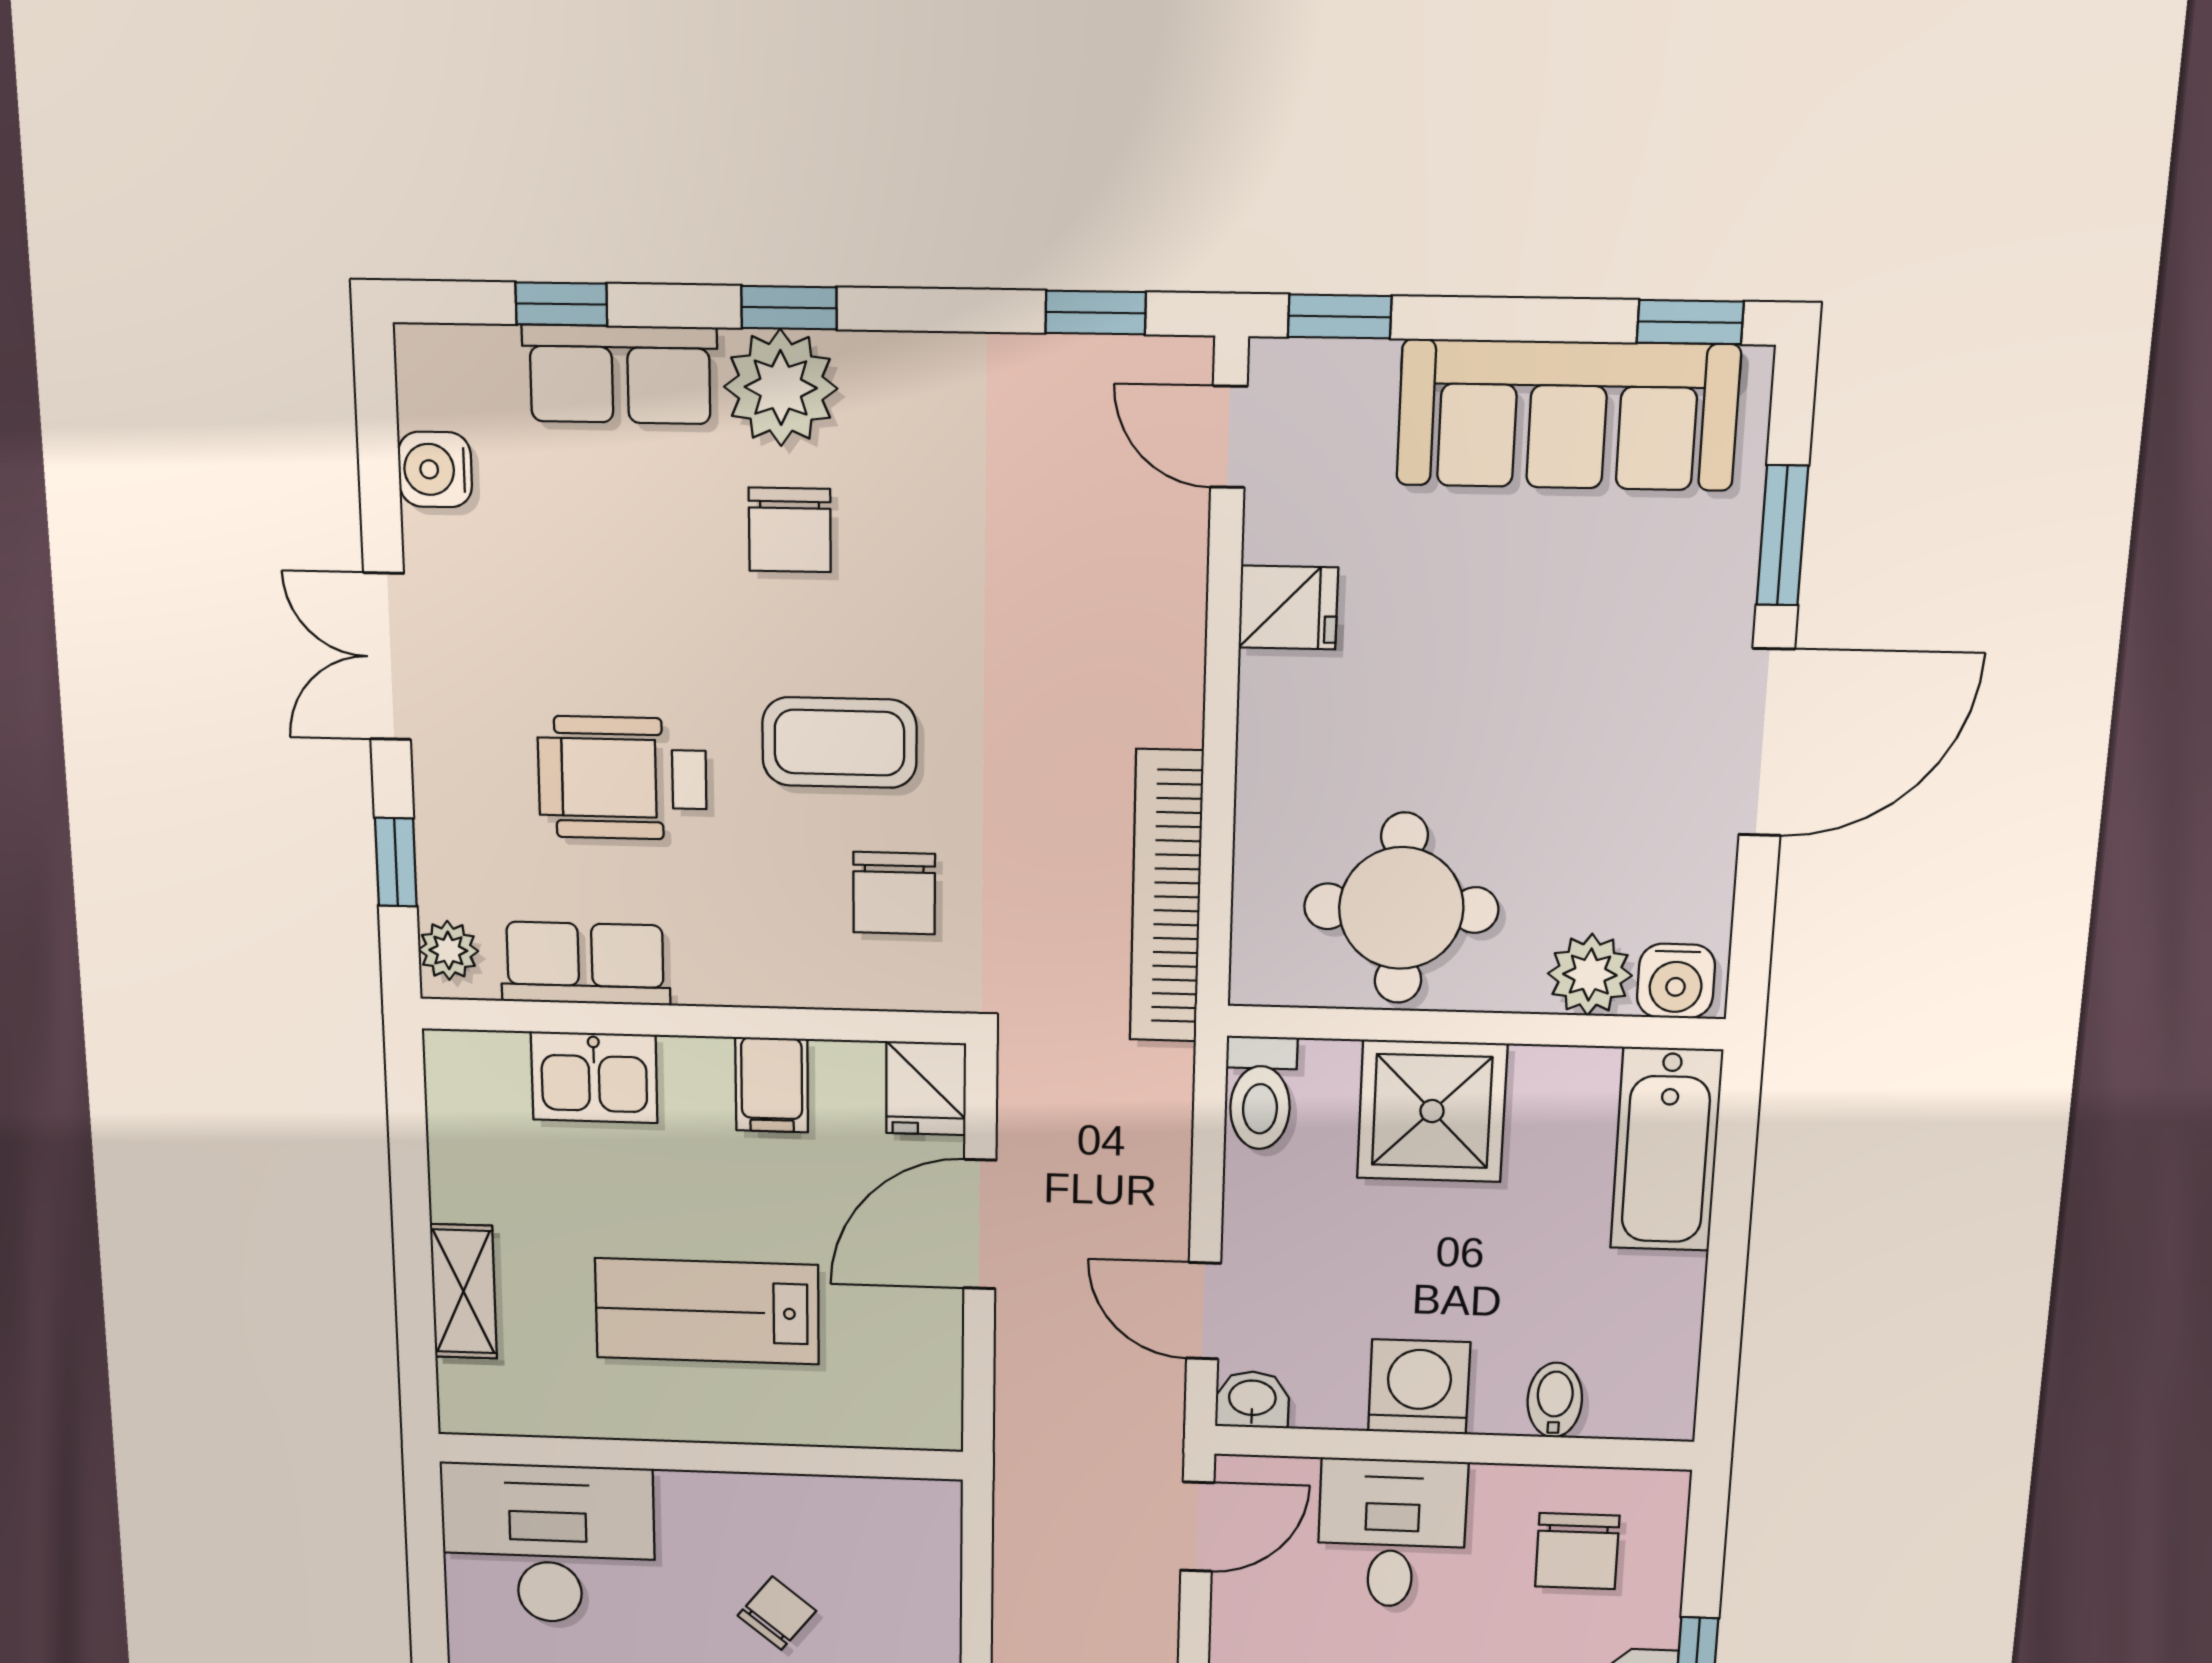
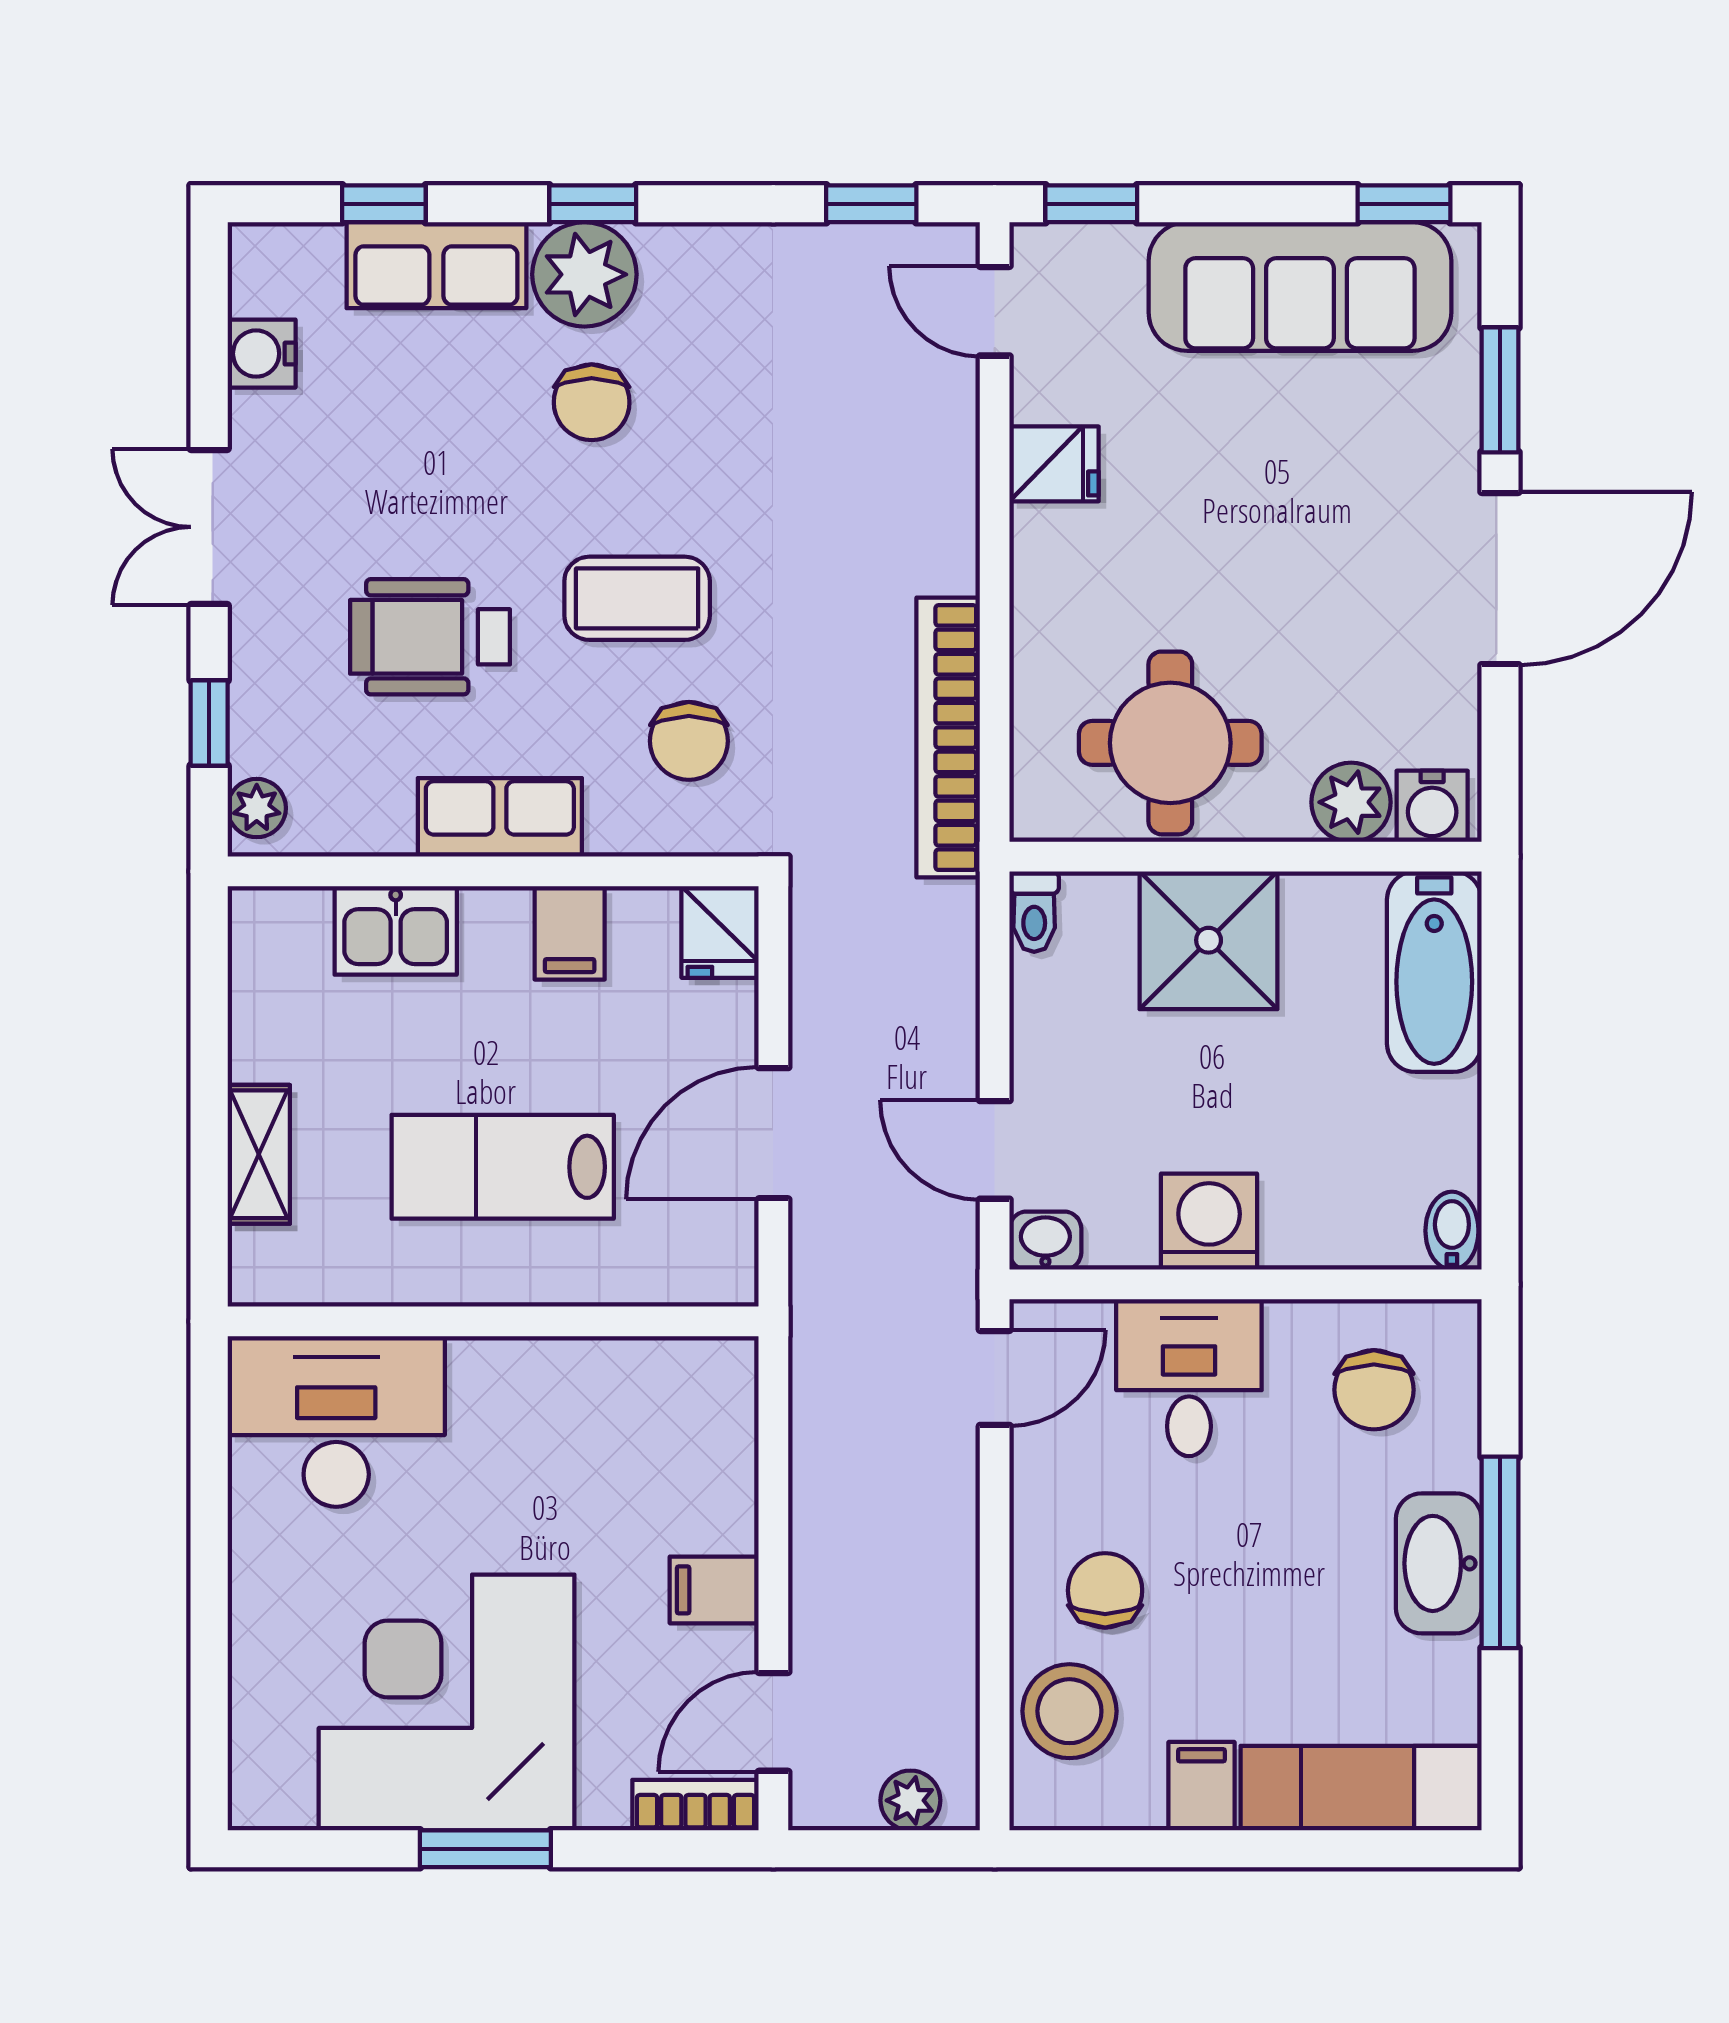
row of seats: (585, 963) -> (500, 817), moved
toilet: (1260, 1093) -> (1034, 912), width x0.73, depth x0.72
door: (980, 1224) -> (773, 1133), moved
bidet: (1555, 1400) -> (1452, 1231), moved
chair: (777, 1613) -> (569, 1489), removed

